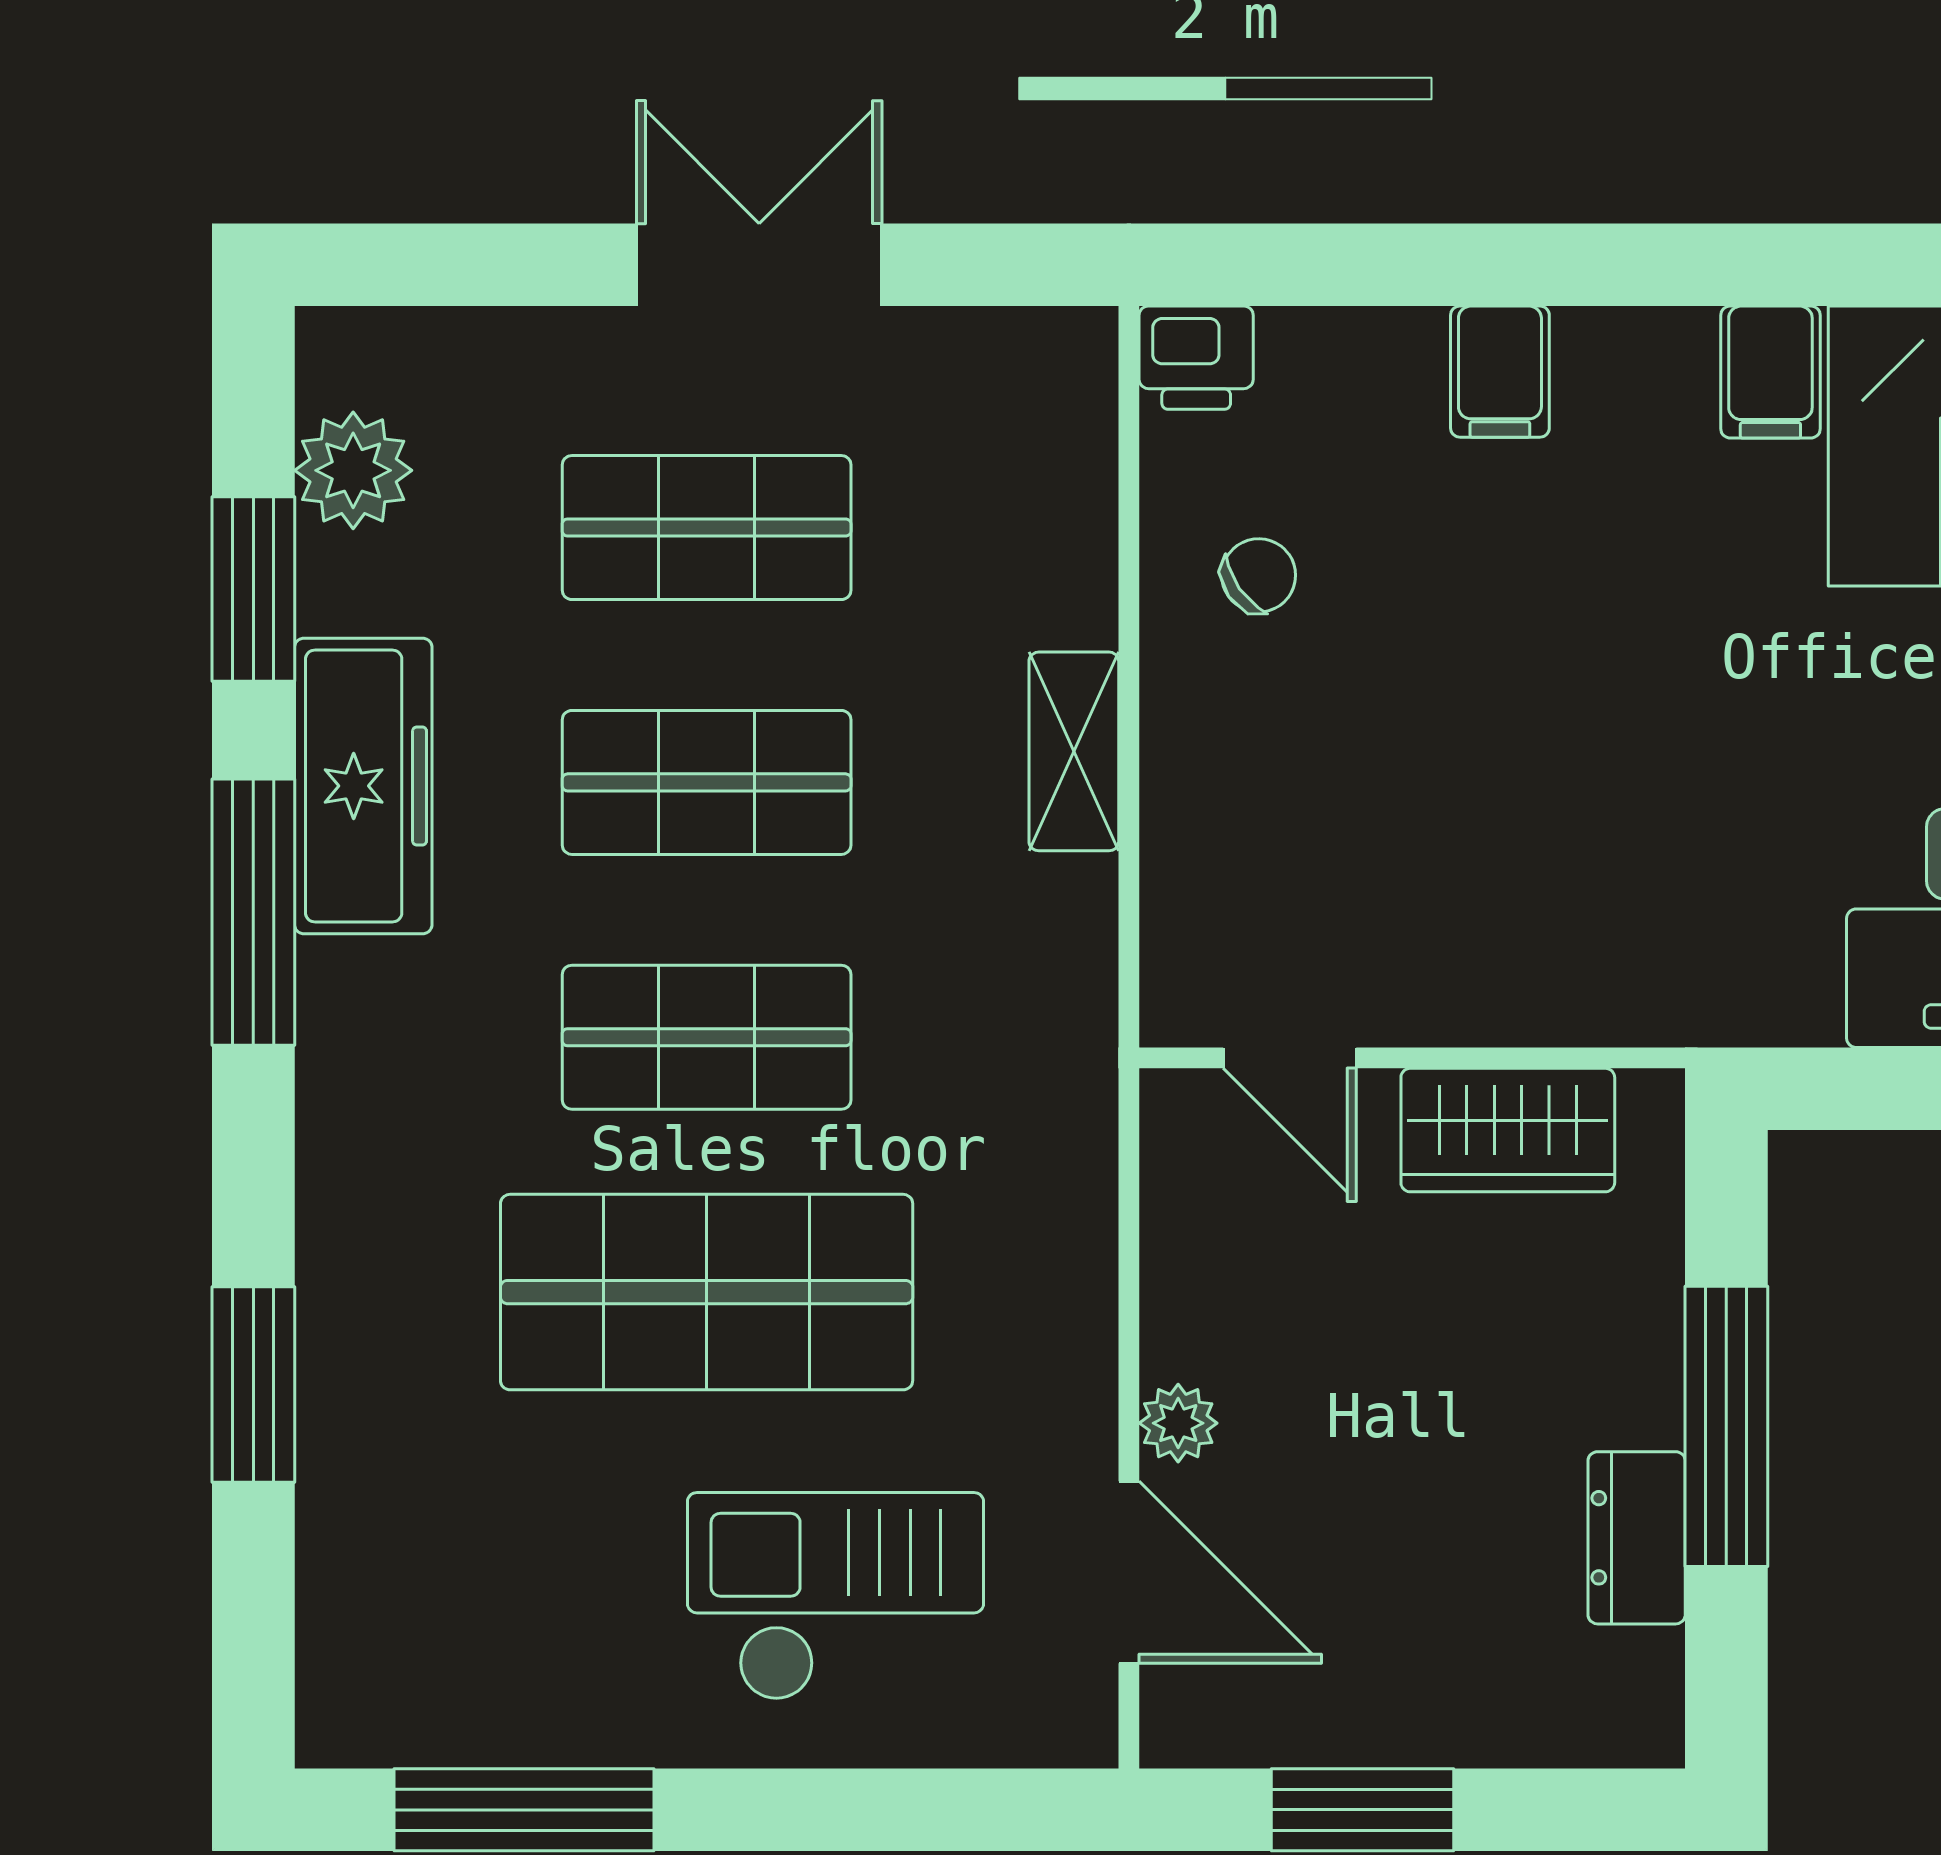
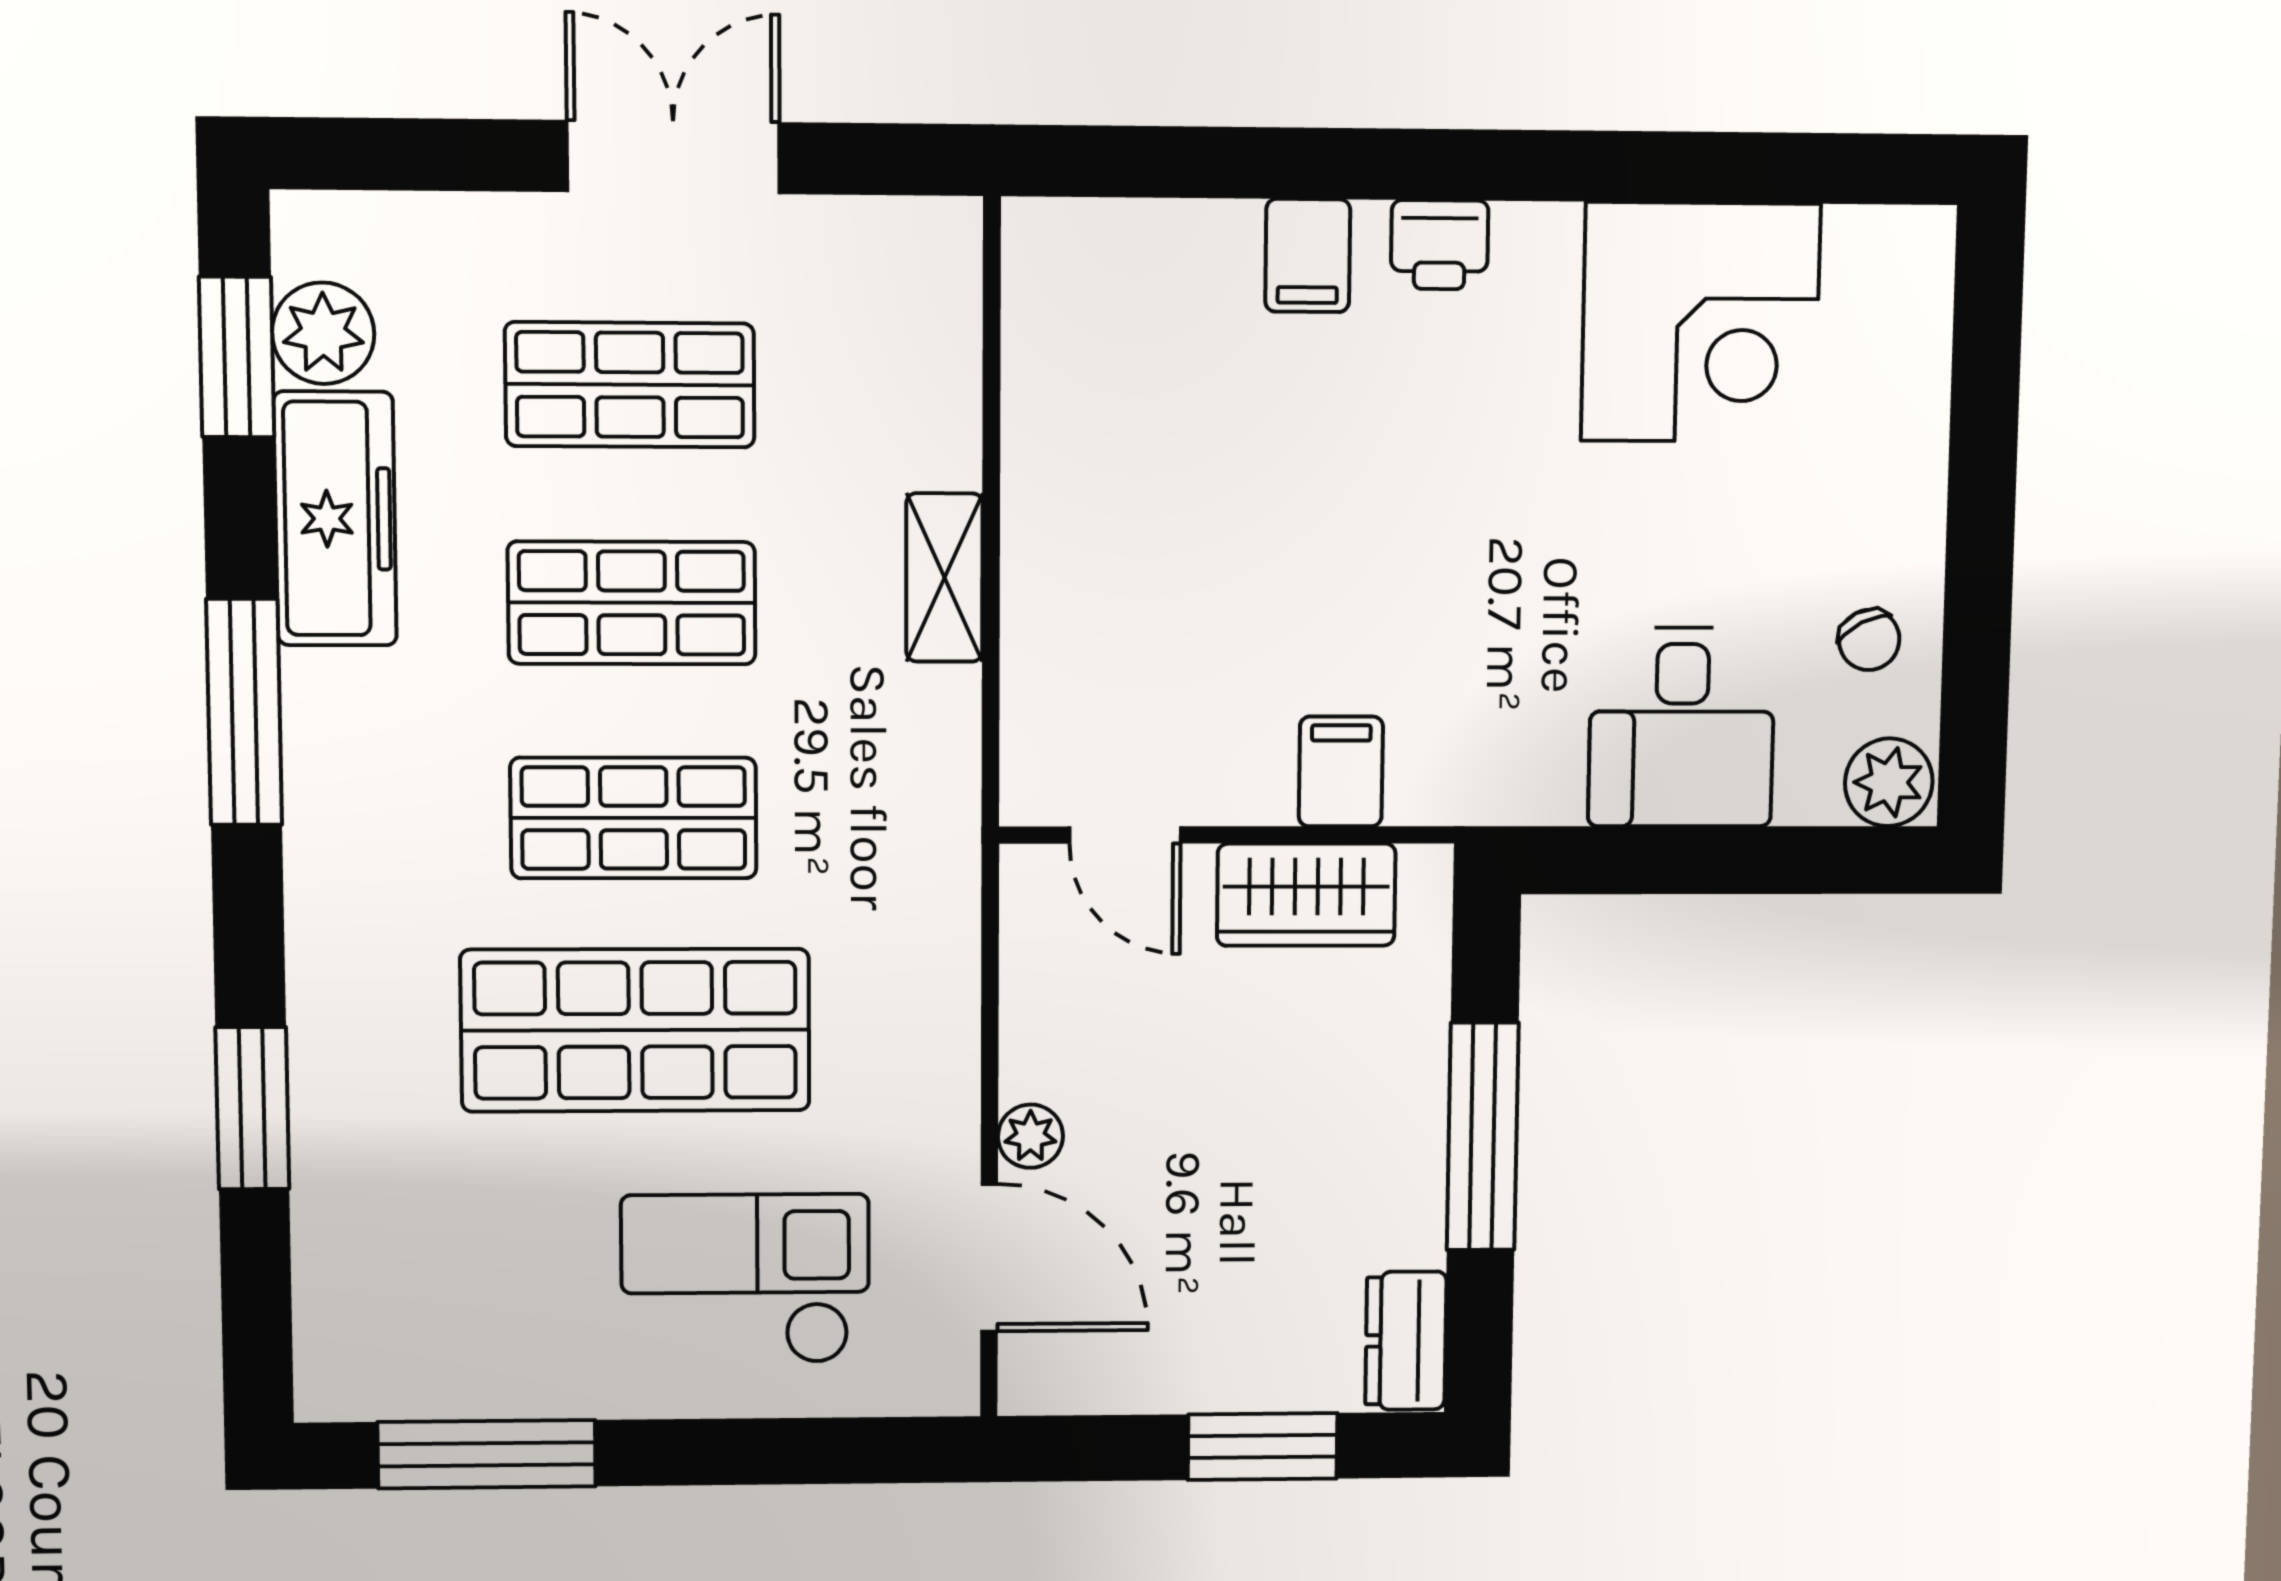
printer: (1196, 358) -> (1440, 245), moved
filing cabinet: (1770, 372) -> (1341, 771), moved, turned 180
chair: (1259, 575) -> (1102, 429), removed
window: (253, 589) -> (237, 357), moved
freezer: (363, 786) -> (335, 519), moved
dresser: (1637, 1538) -> (1406, 1341), moved
window: (1362, 1810) -> (1263, 1446), moved

